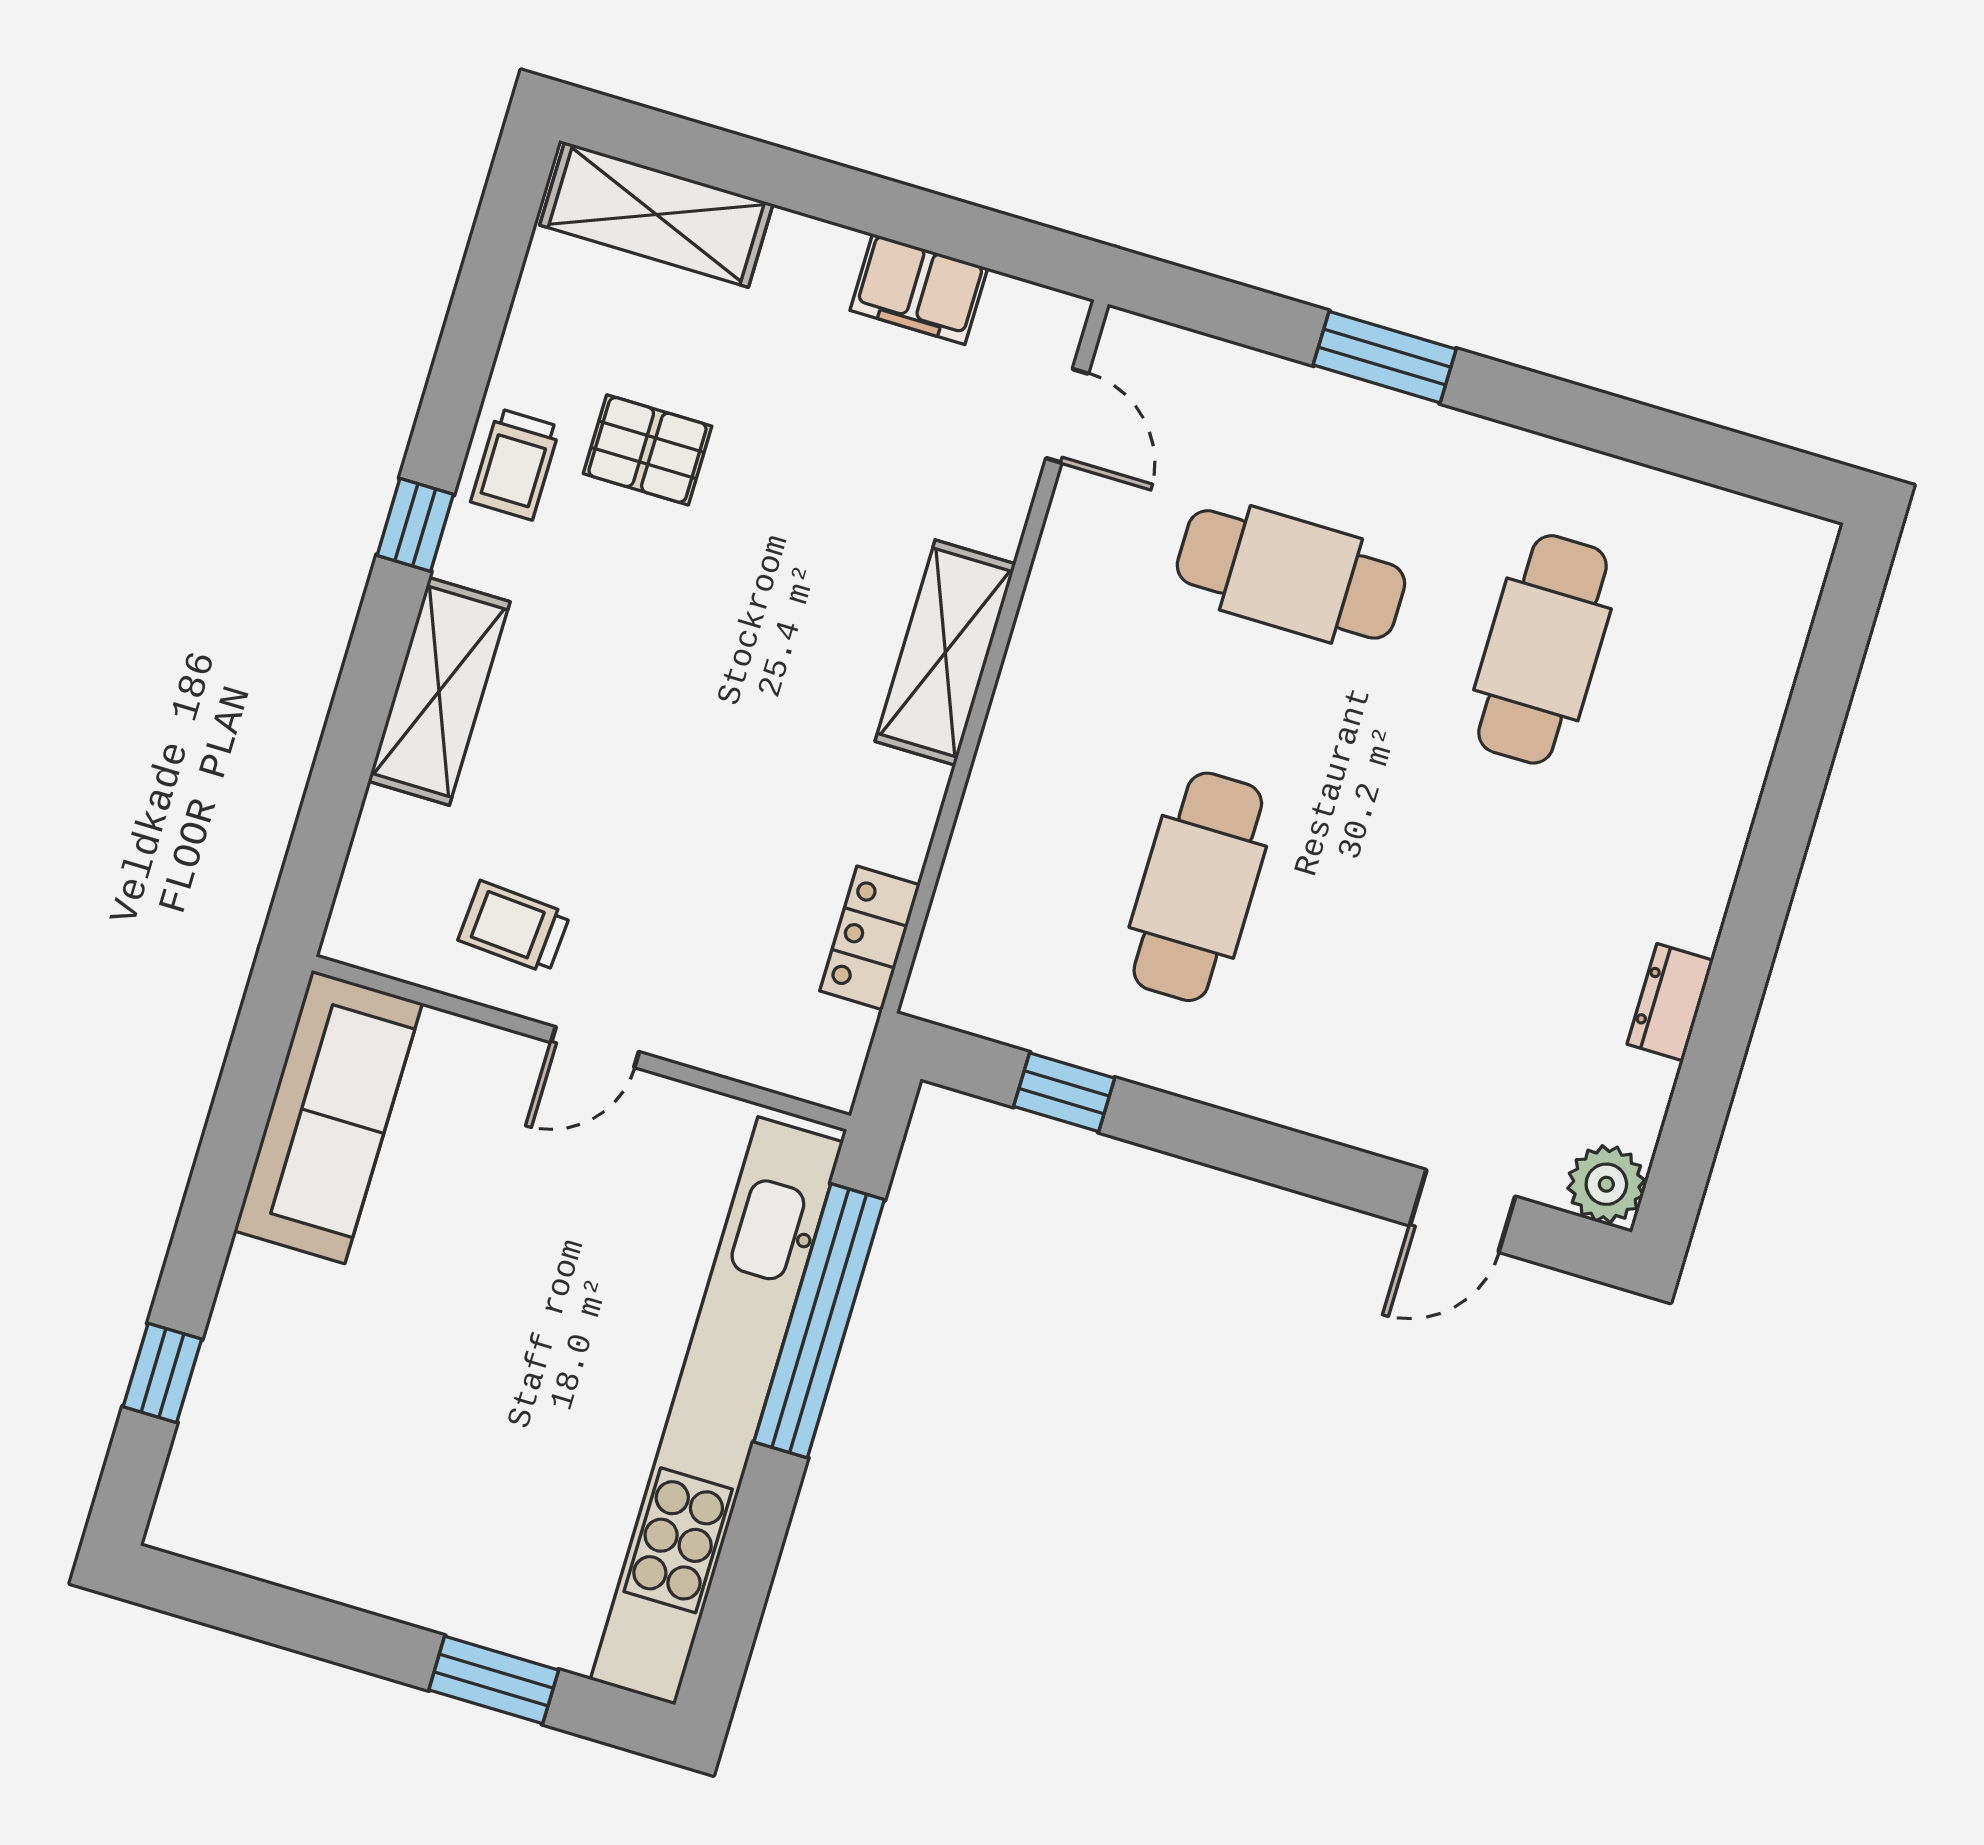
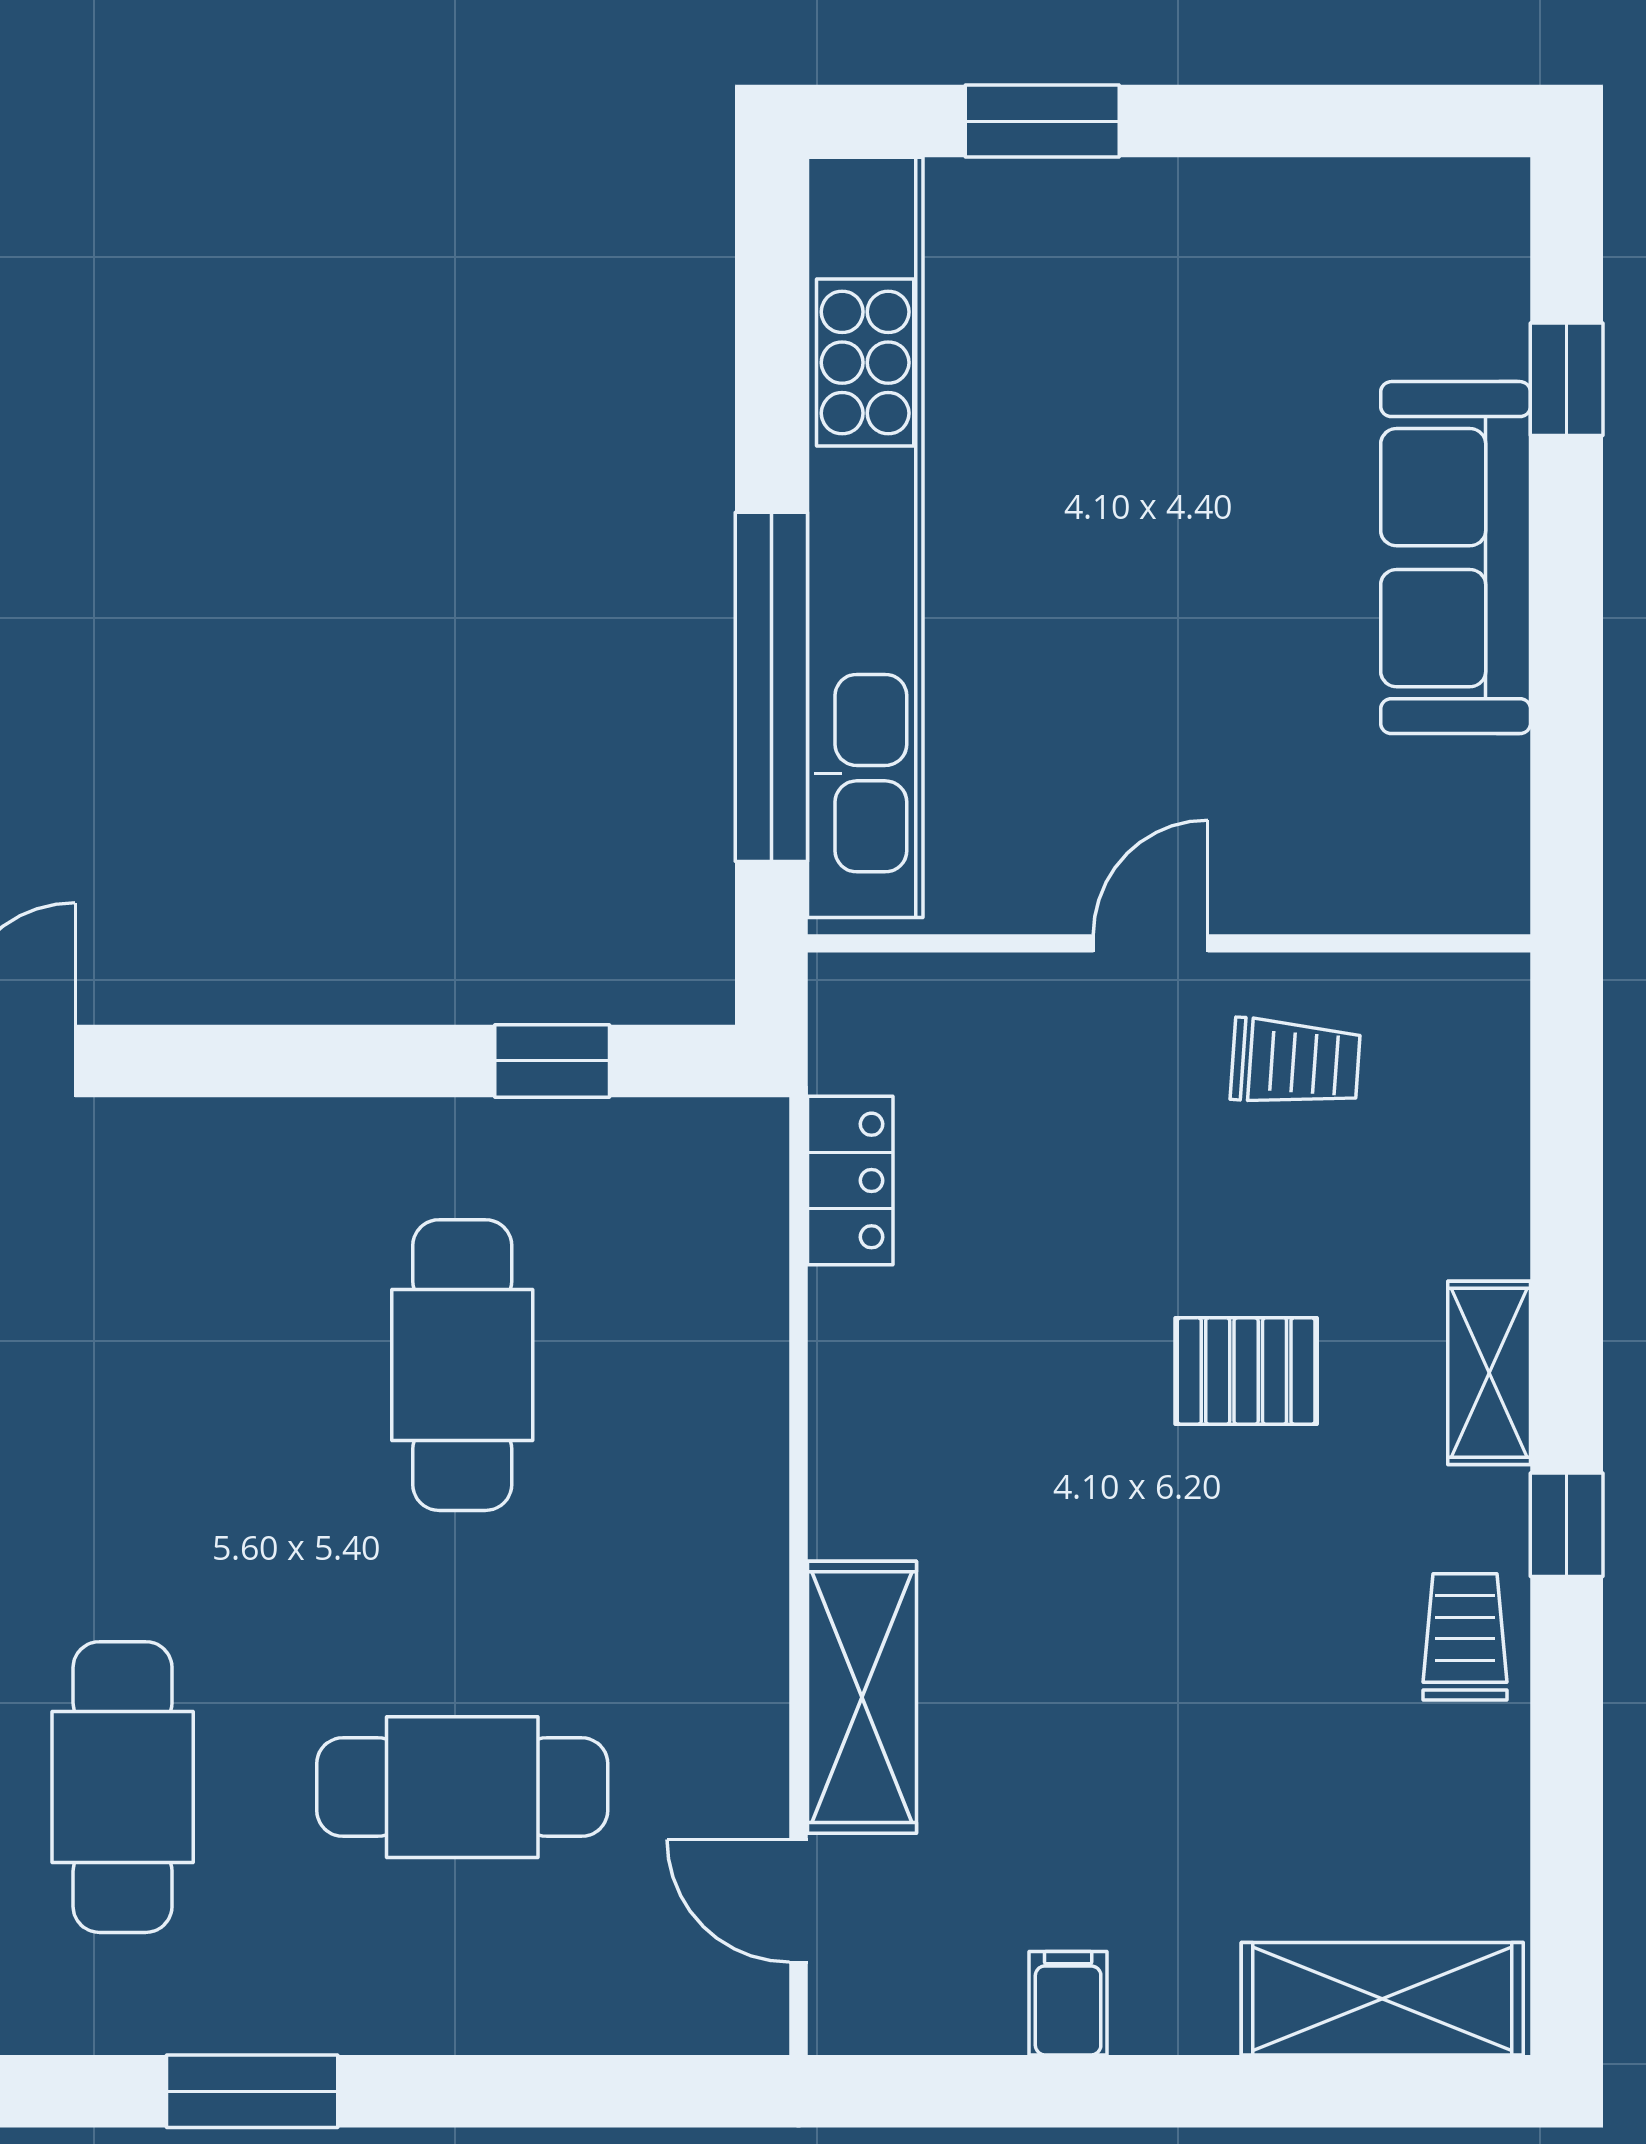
filing cabinet: (919, 289) -> (1068, 2003), width x0.50
window: (1385, 357) -> (252, 2091), moved
pallet: (648, 450) -> (1246, 1371), moved
shelving: (945, 653) -> (862, 1697), moved
shelving: (439, 691) -> (1489, 1373), width x0.67, depth x0.75
sofa: (328, 1117) -> (1456, 558), moved

